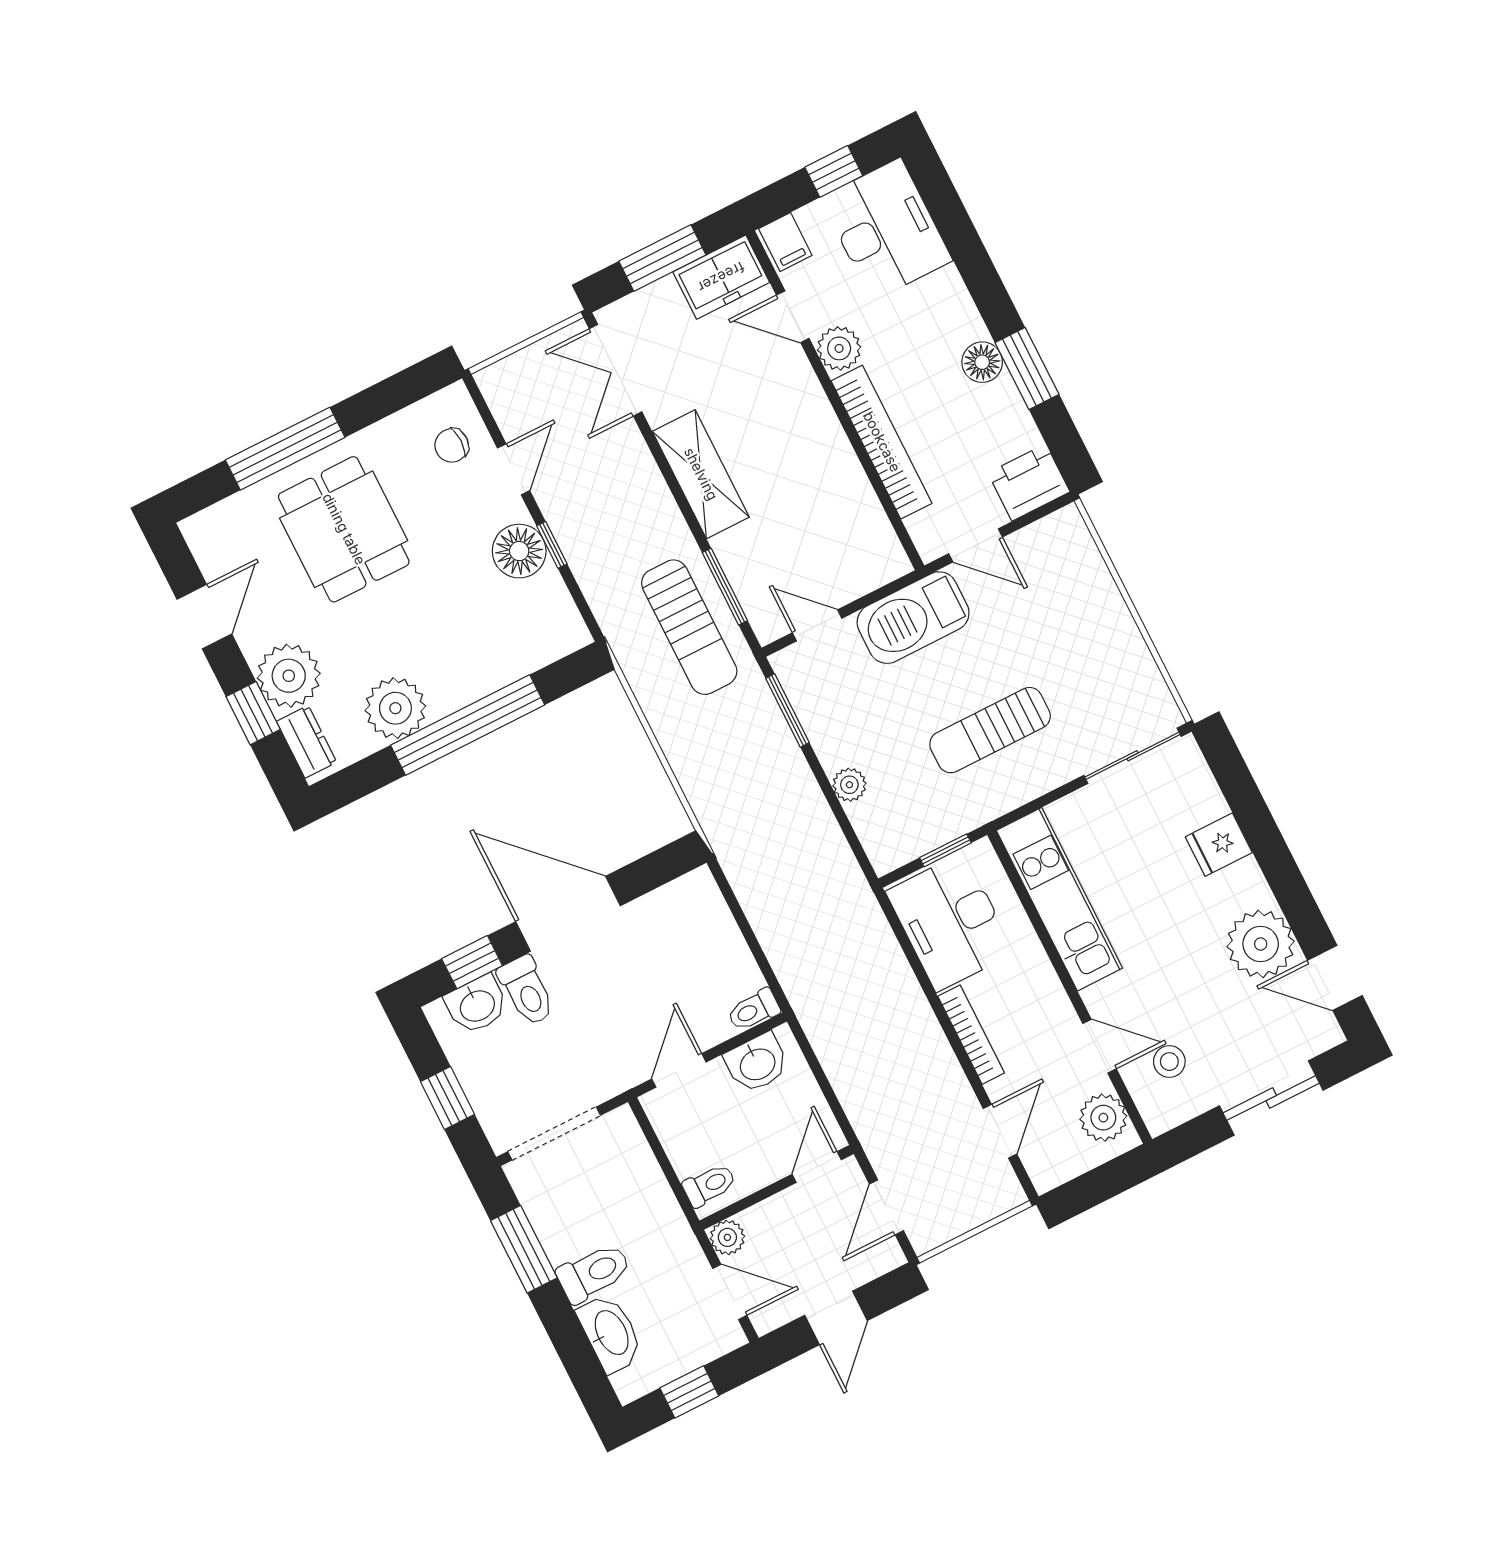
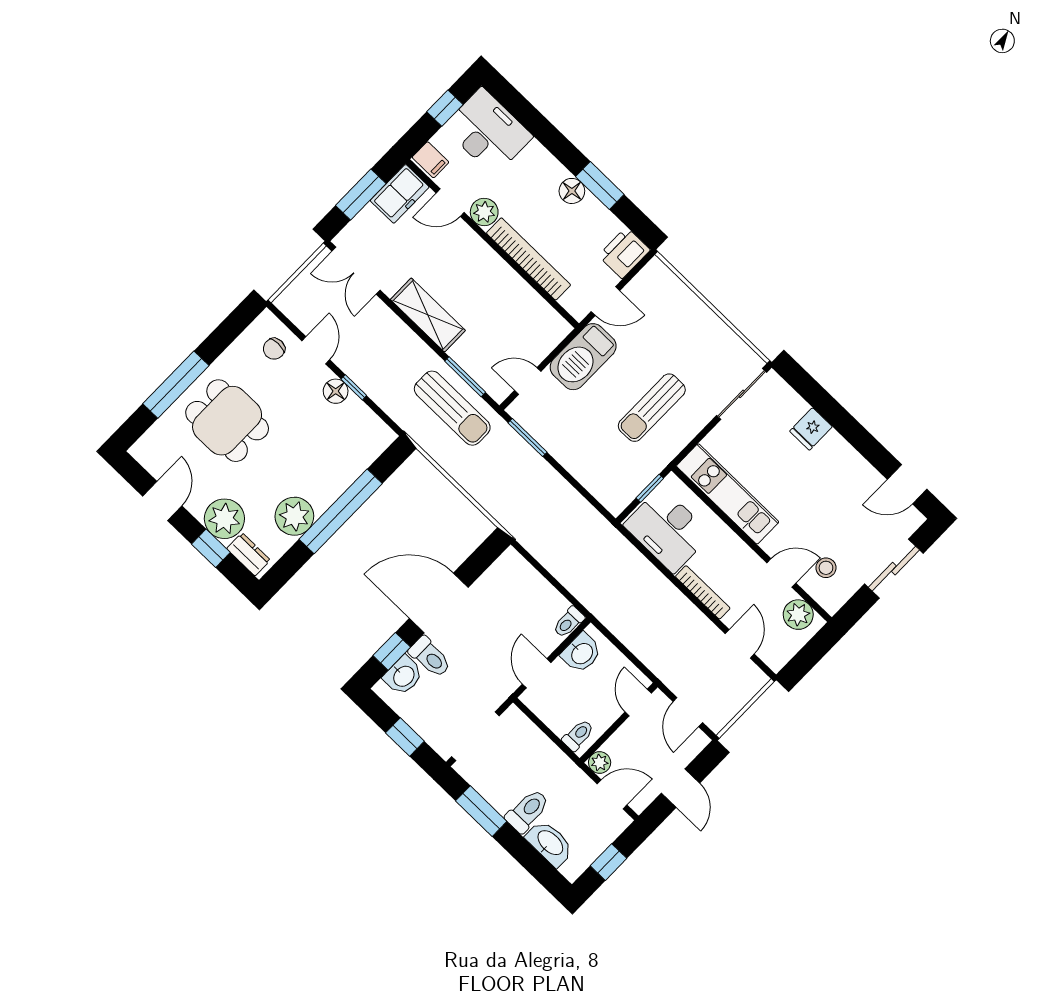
floor lamp: (519, 551) -> (336, 391), width x0.73, depth x0.73
plant: (849, 785) -> (580, 469), removed
plant: (1261, 944) -> (856, 479), removed

